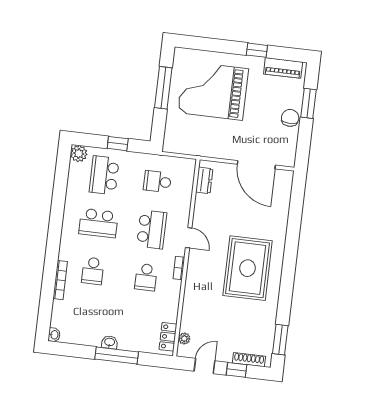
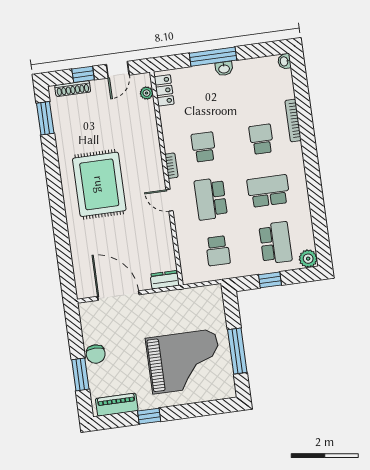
dresser: (204, 180) -> (165, 280), moved, turned 90
school desk: (157, 182) -> (218, 251), turned 90

